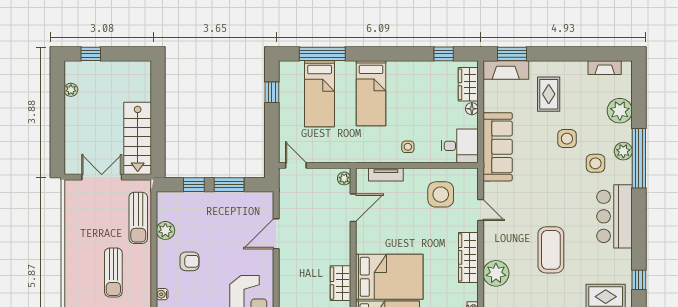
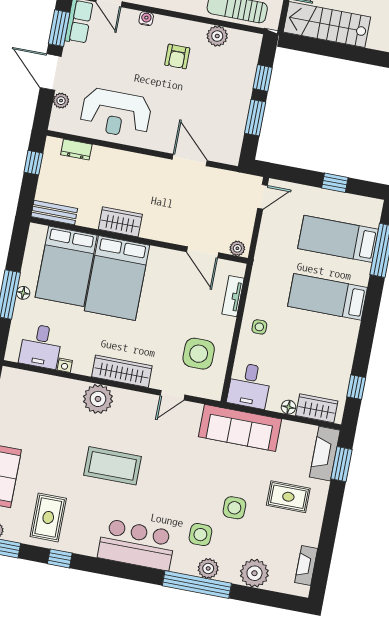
window: (272, 92) -> (335, 183), moved

